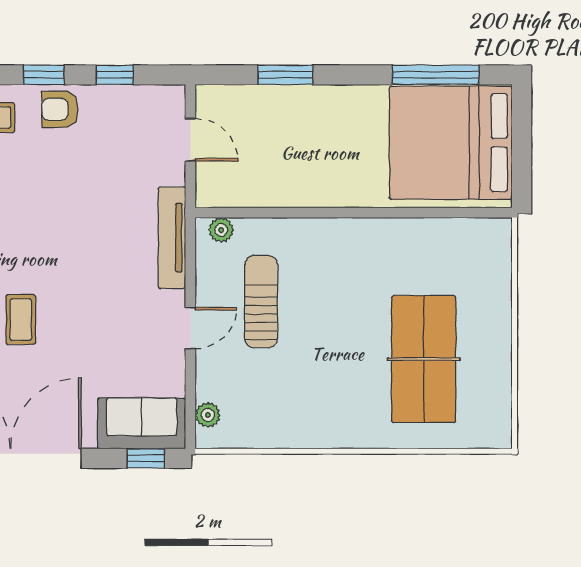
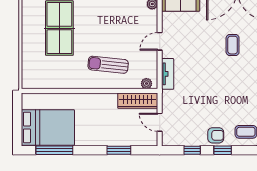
bed: (451, 143) -> (48, 127), width x0.73
wardrobe: (241, 190) -> (138, 101), added
tv unit: (172, 238) -> (168, 74), width x0.71
sun lounger: (261, 302) -> (108, 65), moved, turned 96

